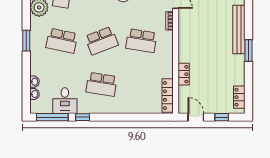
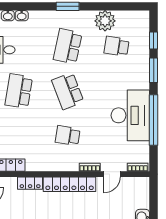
locker: (185, 39) -> (70, 184), added
school desk: (141, 41) -> (68, 136), width x0.54

